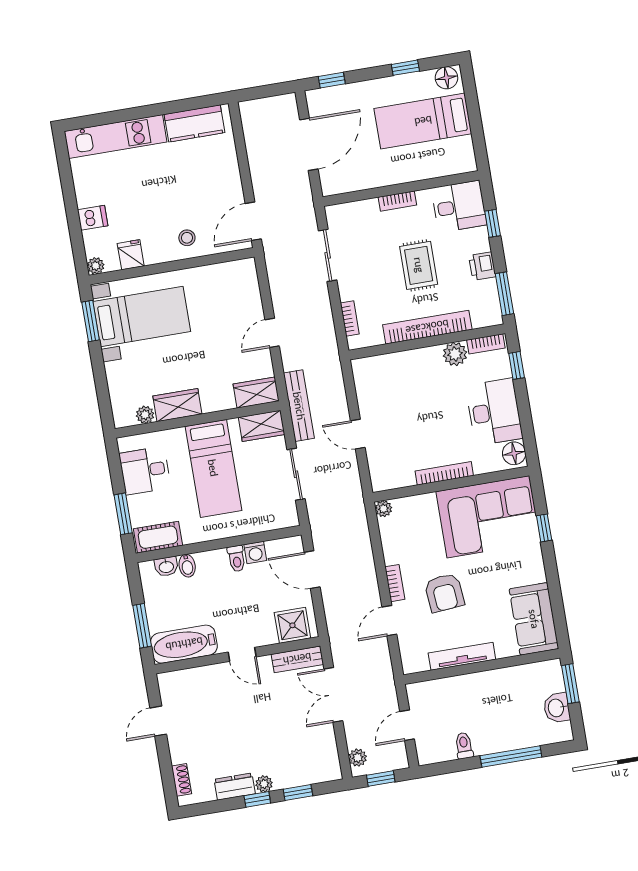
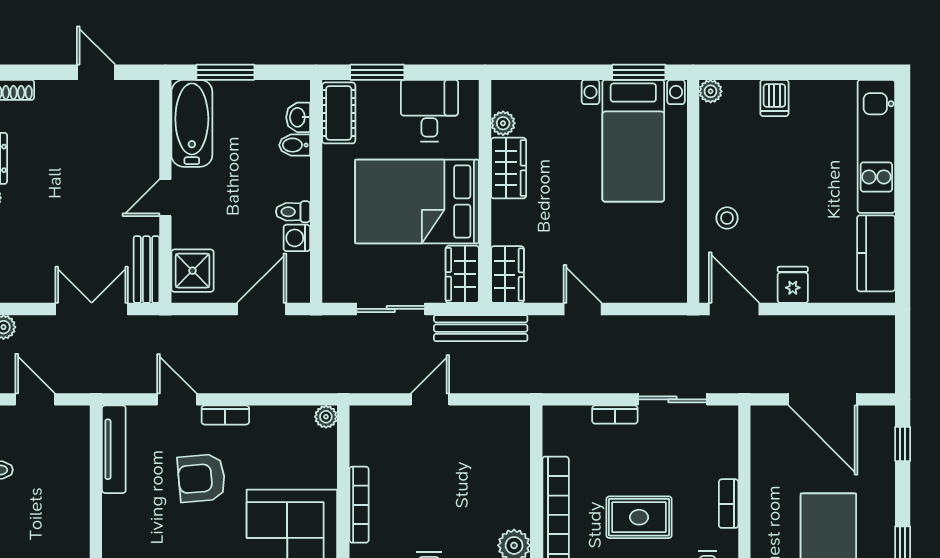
fridge: (131, 255) -> (793, 285), moved, turned -90
bookcase: (350, 318) -> (615, 415), moved
bed: (213, 468) -> (417, 201), width x1.50
tv unit: (462, 656) -> (114, 449), moved

